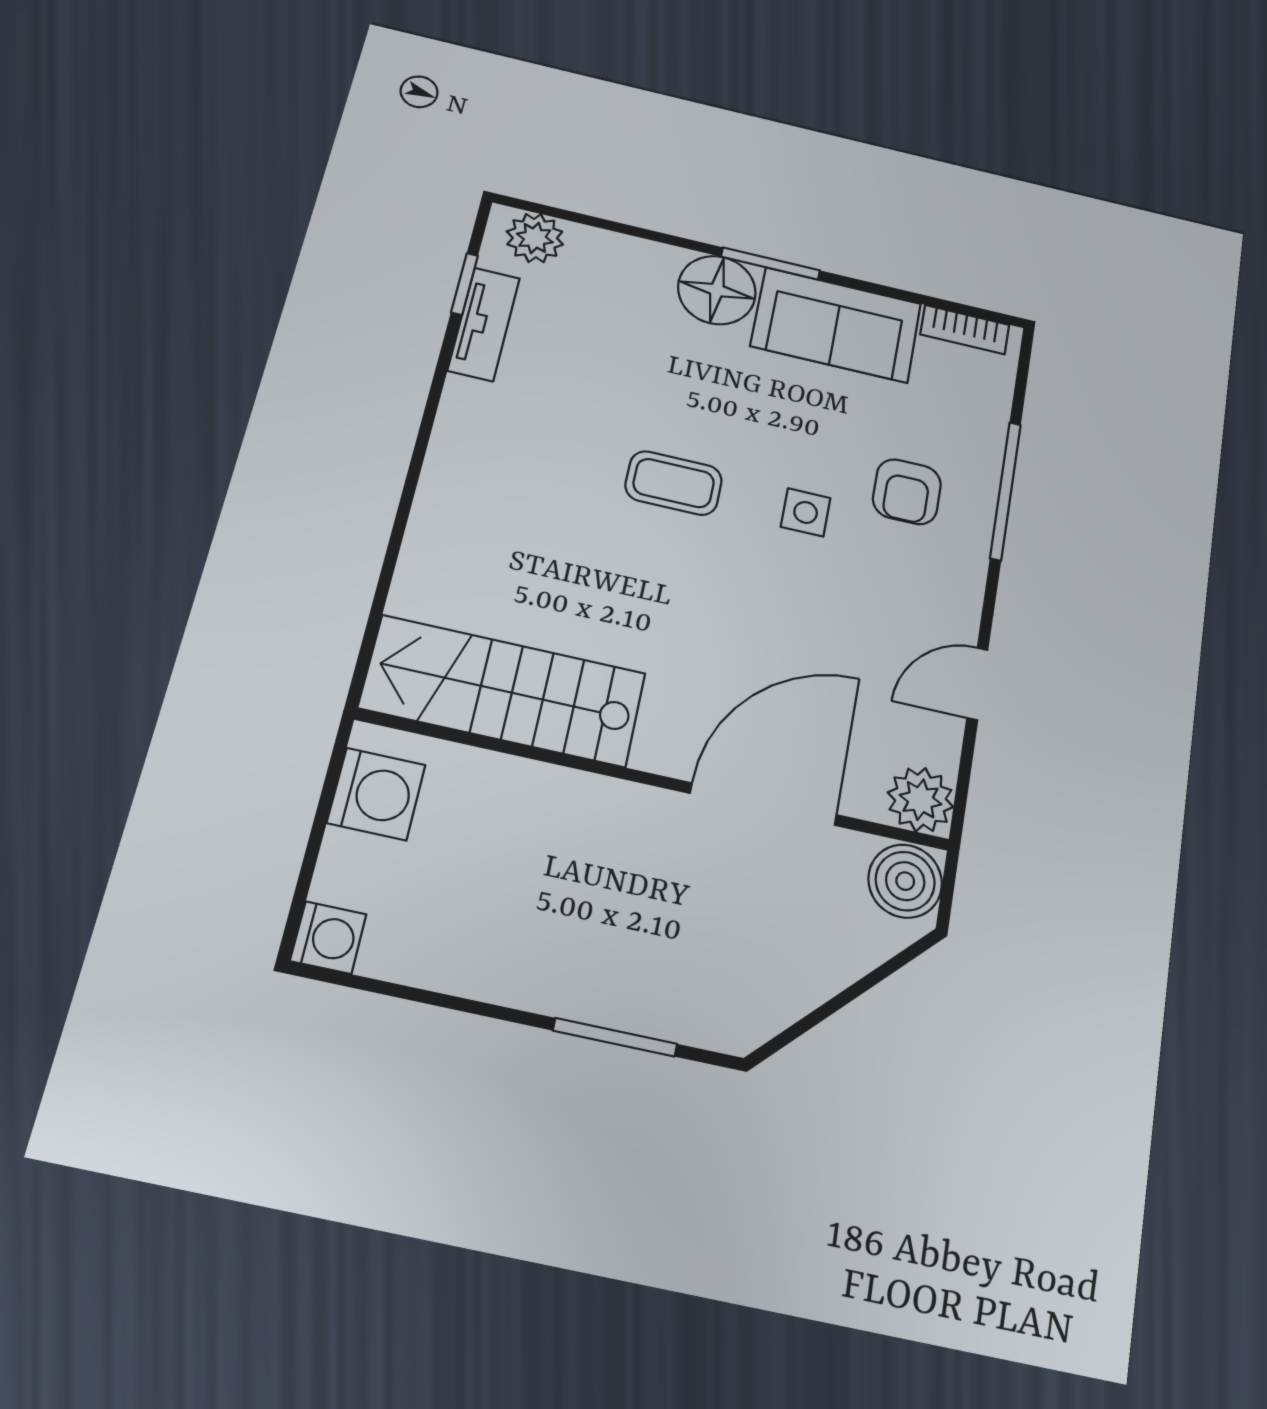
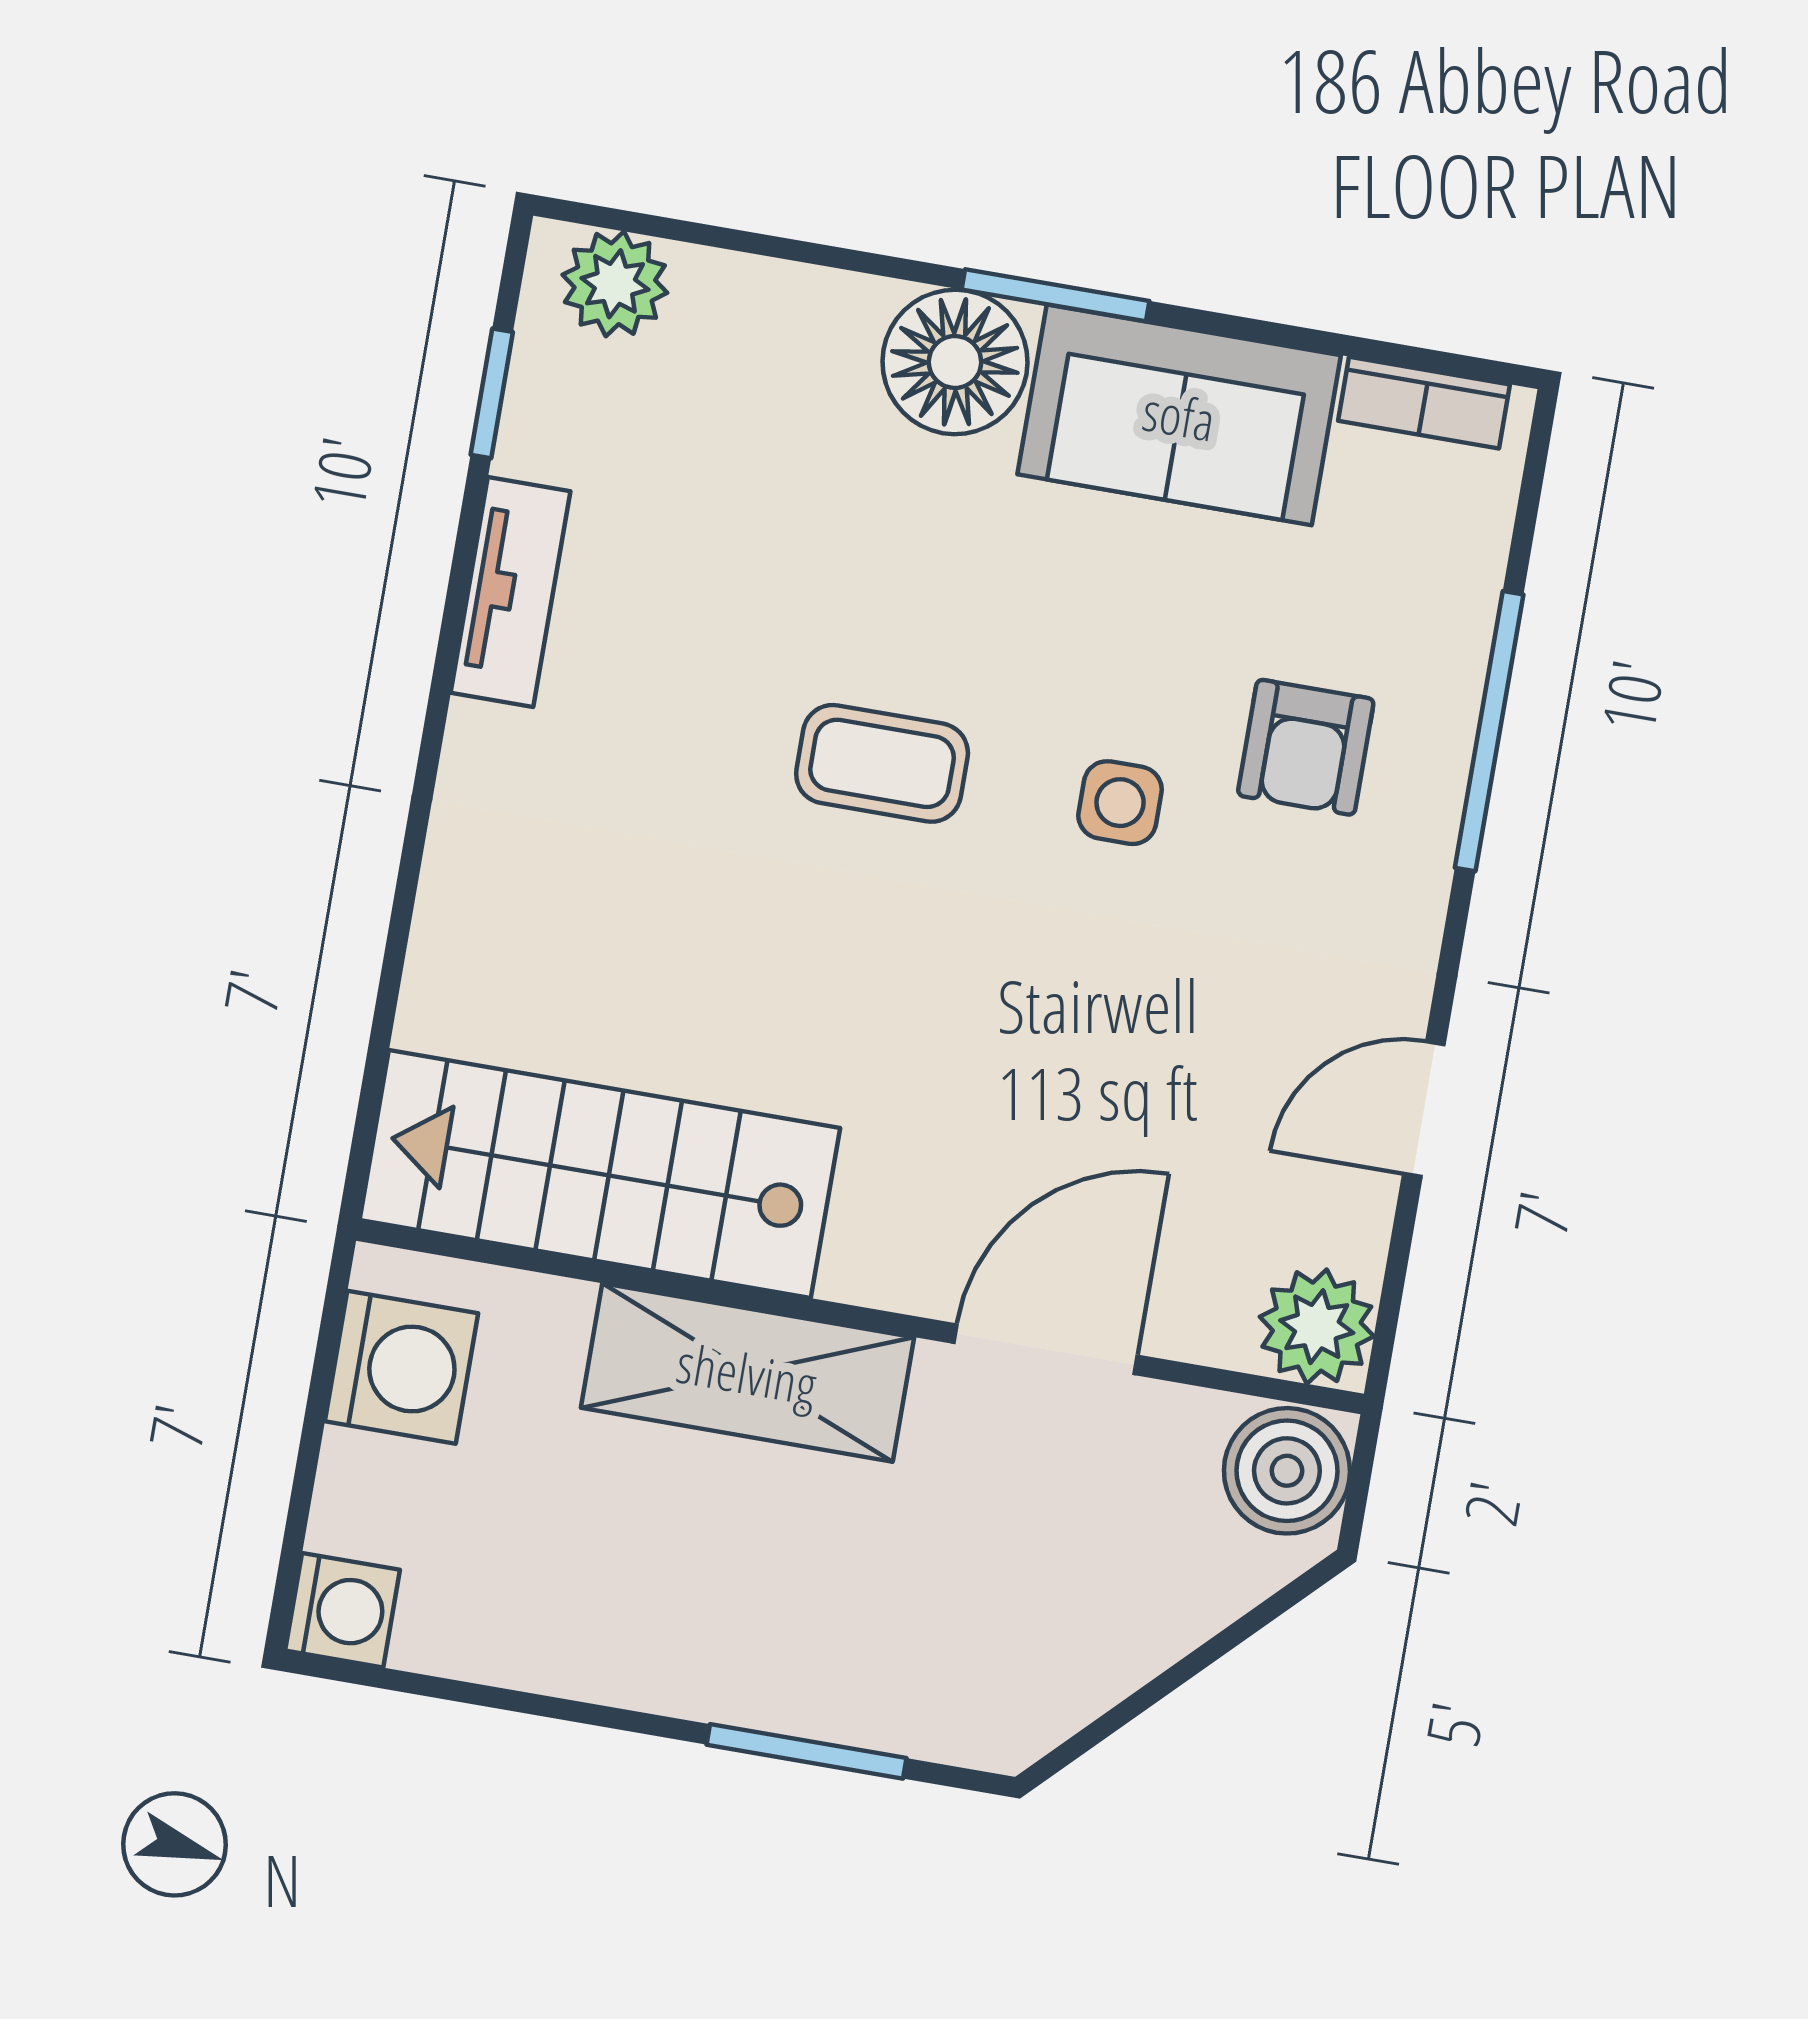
tv unit: (484, 324) -> (511, 592), moved
door: (763, 804) -> (1046, 1349), width x0.73
shelving: (586, 808) -> (747, 1373), added

